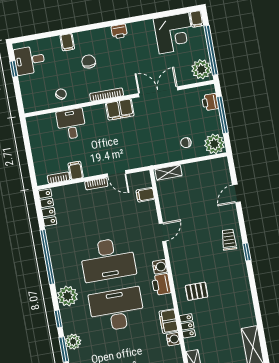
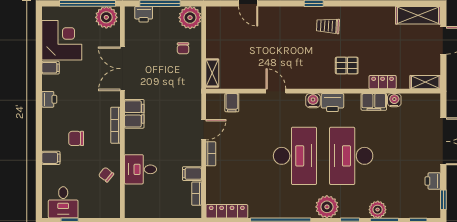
filing cabinet: (197, 19) -> (51, 68), moved
trolley: (229, 240) -> (328, 26), moved
pallet: (197, 291) -> (347, 66), turned 90

